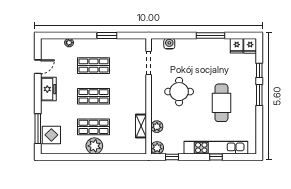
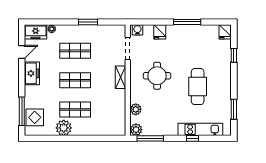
water cooler: (169, 44) -> (137, 30), moved
freezer: (52, 46) -> (36, 32), added
fridge: (237, 46) -> (160, 32), moved
window: (259, 95) -> (234, 109), moved
shelving: (141, 126) -> (121, 77), moved
plant: (94, 146) -> (64, 128), moved
kitchen unit: (216, 148) -> (200, 129), width x0.73
window: (172, 157) -> (150, 138), width x2.17

